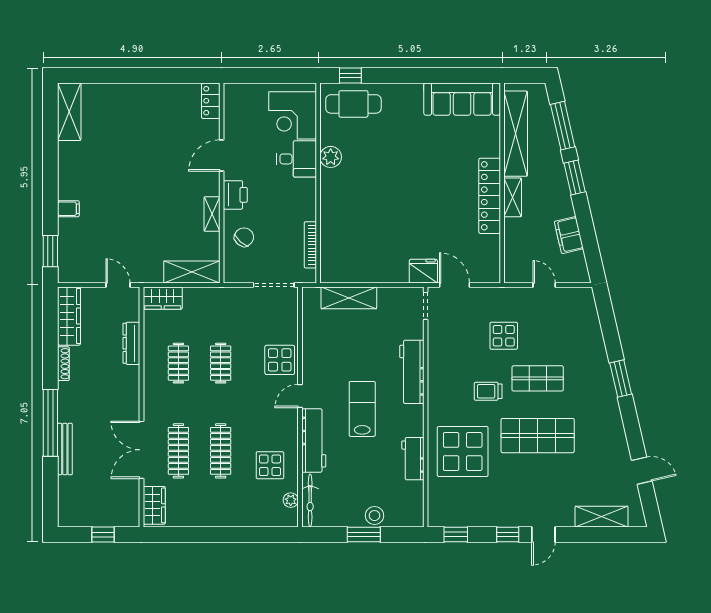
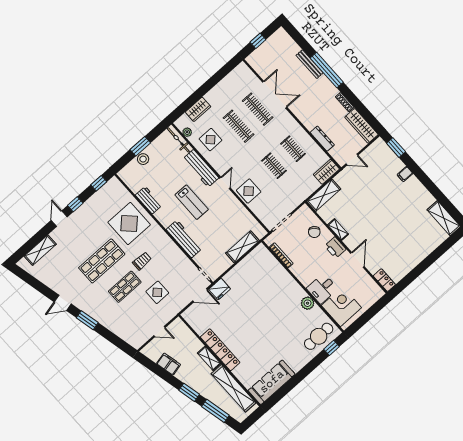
door: (642, 471) -> (63, 303), moved
wardrobe: (154, 505) -> (198, 109), moved, turned -90

